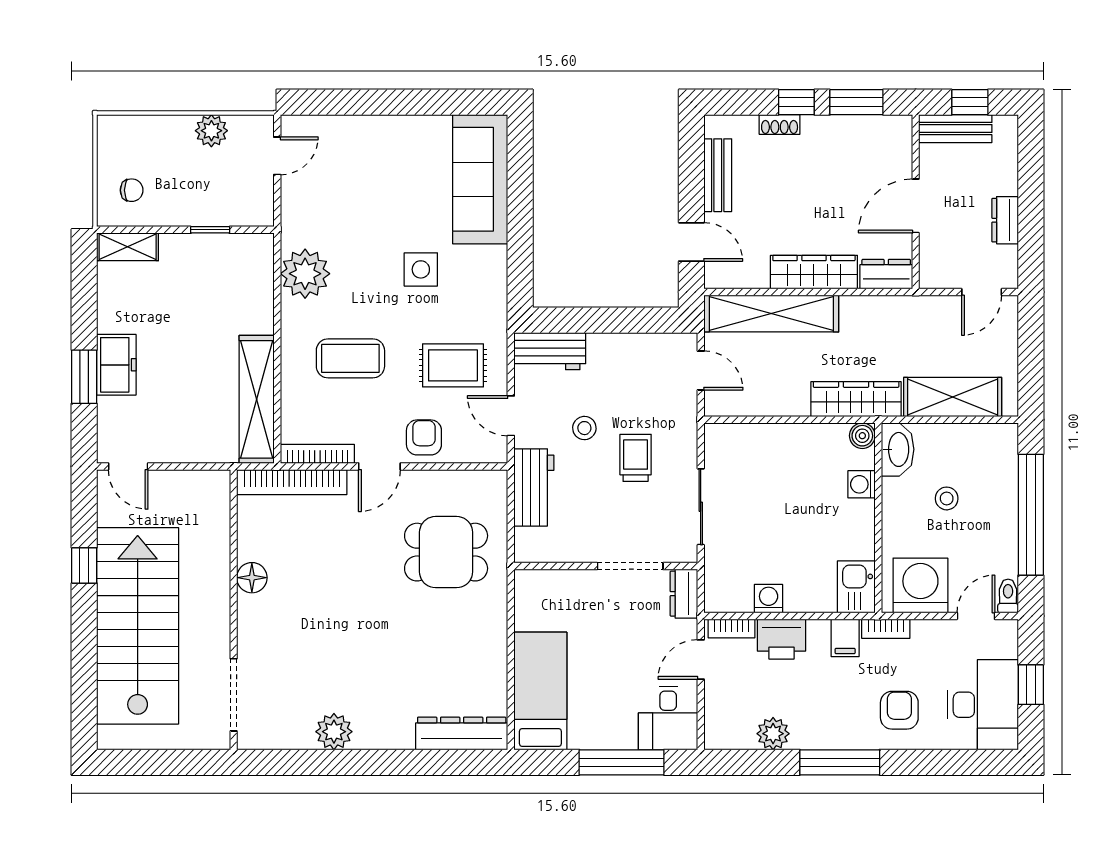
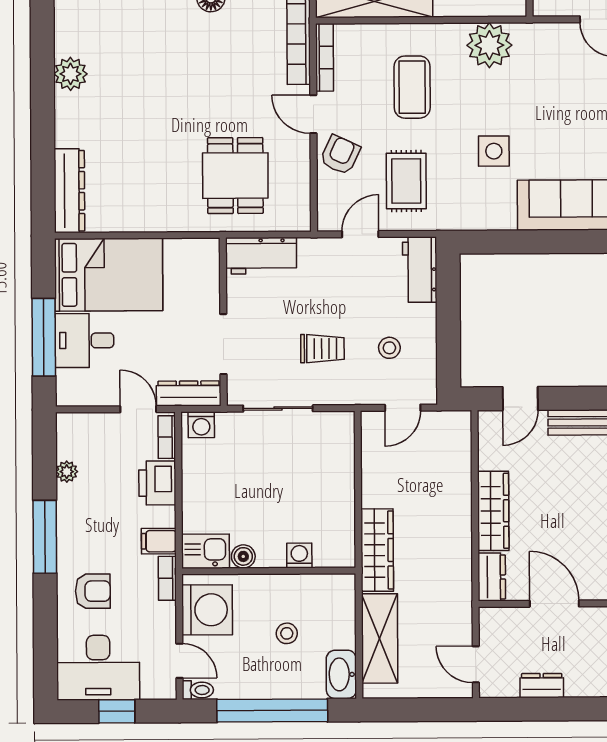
shelving: (771, 314) -> (455, 472), removed
stool: (584, 428) -> (389, 348), moved
boiler: (862, 436) -> (243, 556), moved
armchair: (424, 437) -> (340, 155), turned -65
washbasin: (898, 449) -> (341, 674), moved, turned 90
workbench: (534, 487) -> (261, 256), moved
dresser: (684, 594) -> (189, 393), width x1.44
washing machine: (769, 599) -> (201, 425), moved, turned 90
bed: (540, 691) -> (109, 275), width x1.50
desk: (668, 718) -> (84, 340), moved
plant: (773, 734) -> (67, 472), width x0.73, depth x0.73

